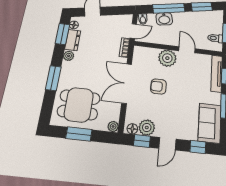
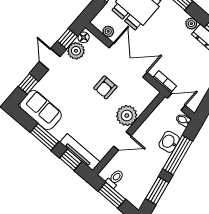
door: (133, 31) -> (176, 102), swing flipped
armchair: (158, 86) -> (105, 87), turned 180
plant: (113, 126) -> (108, 31), moved

